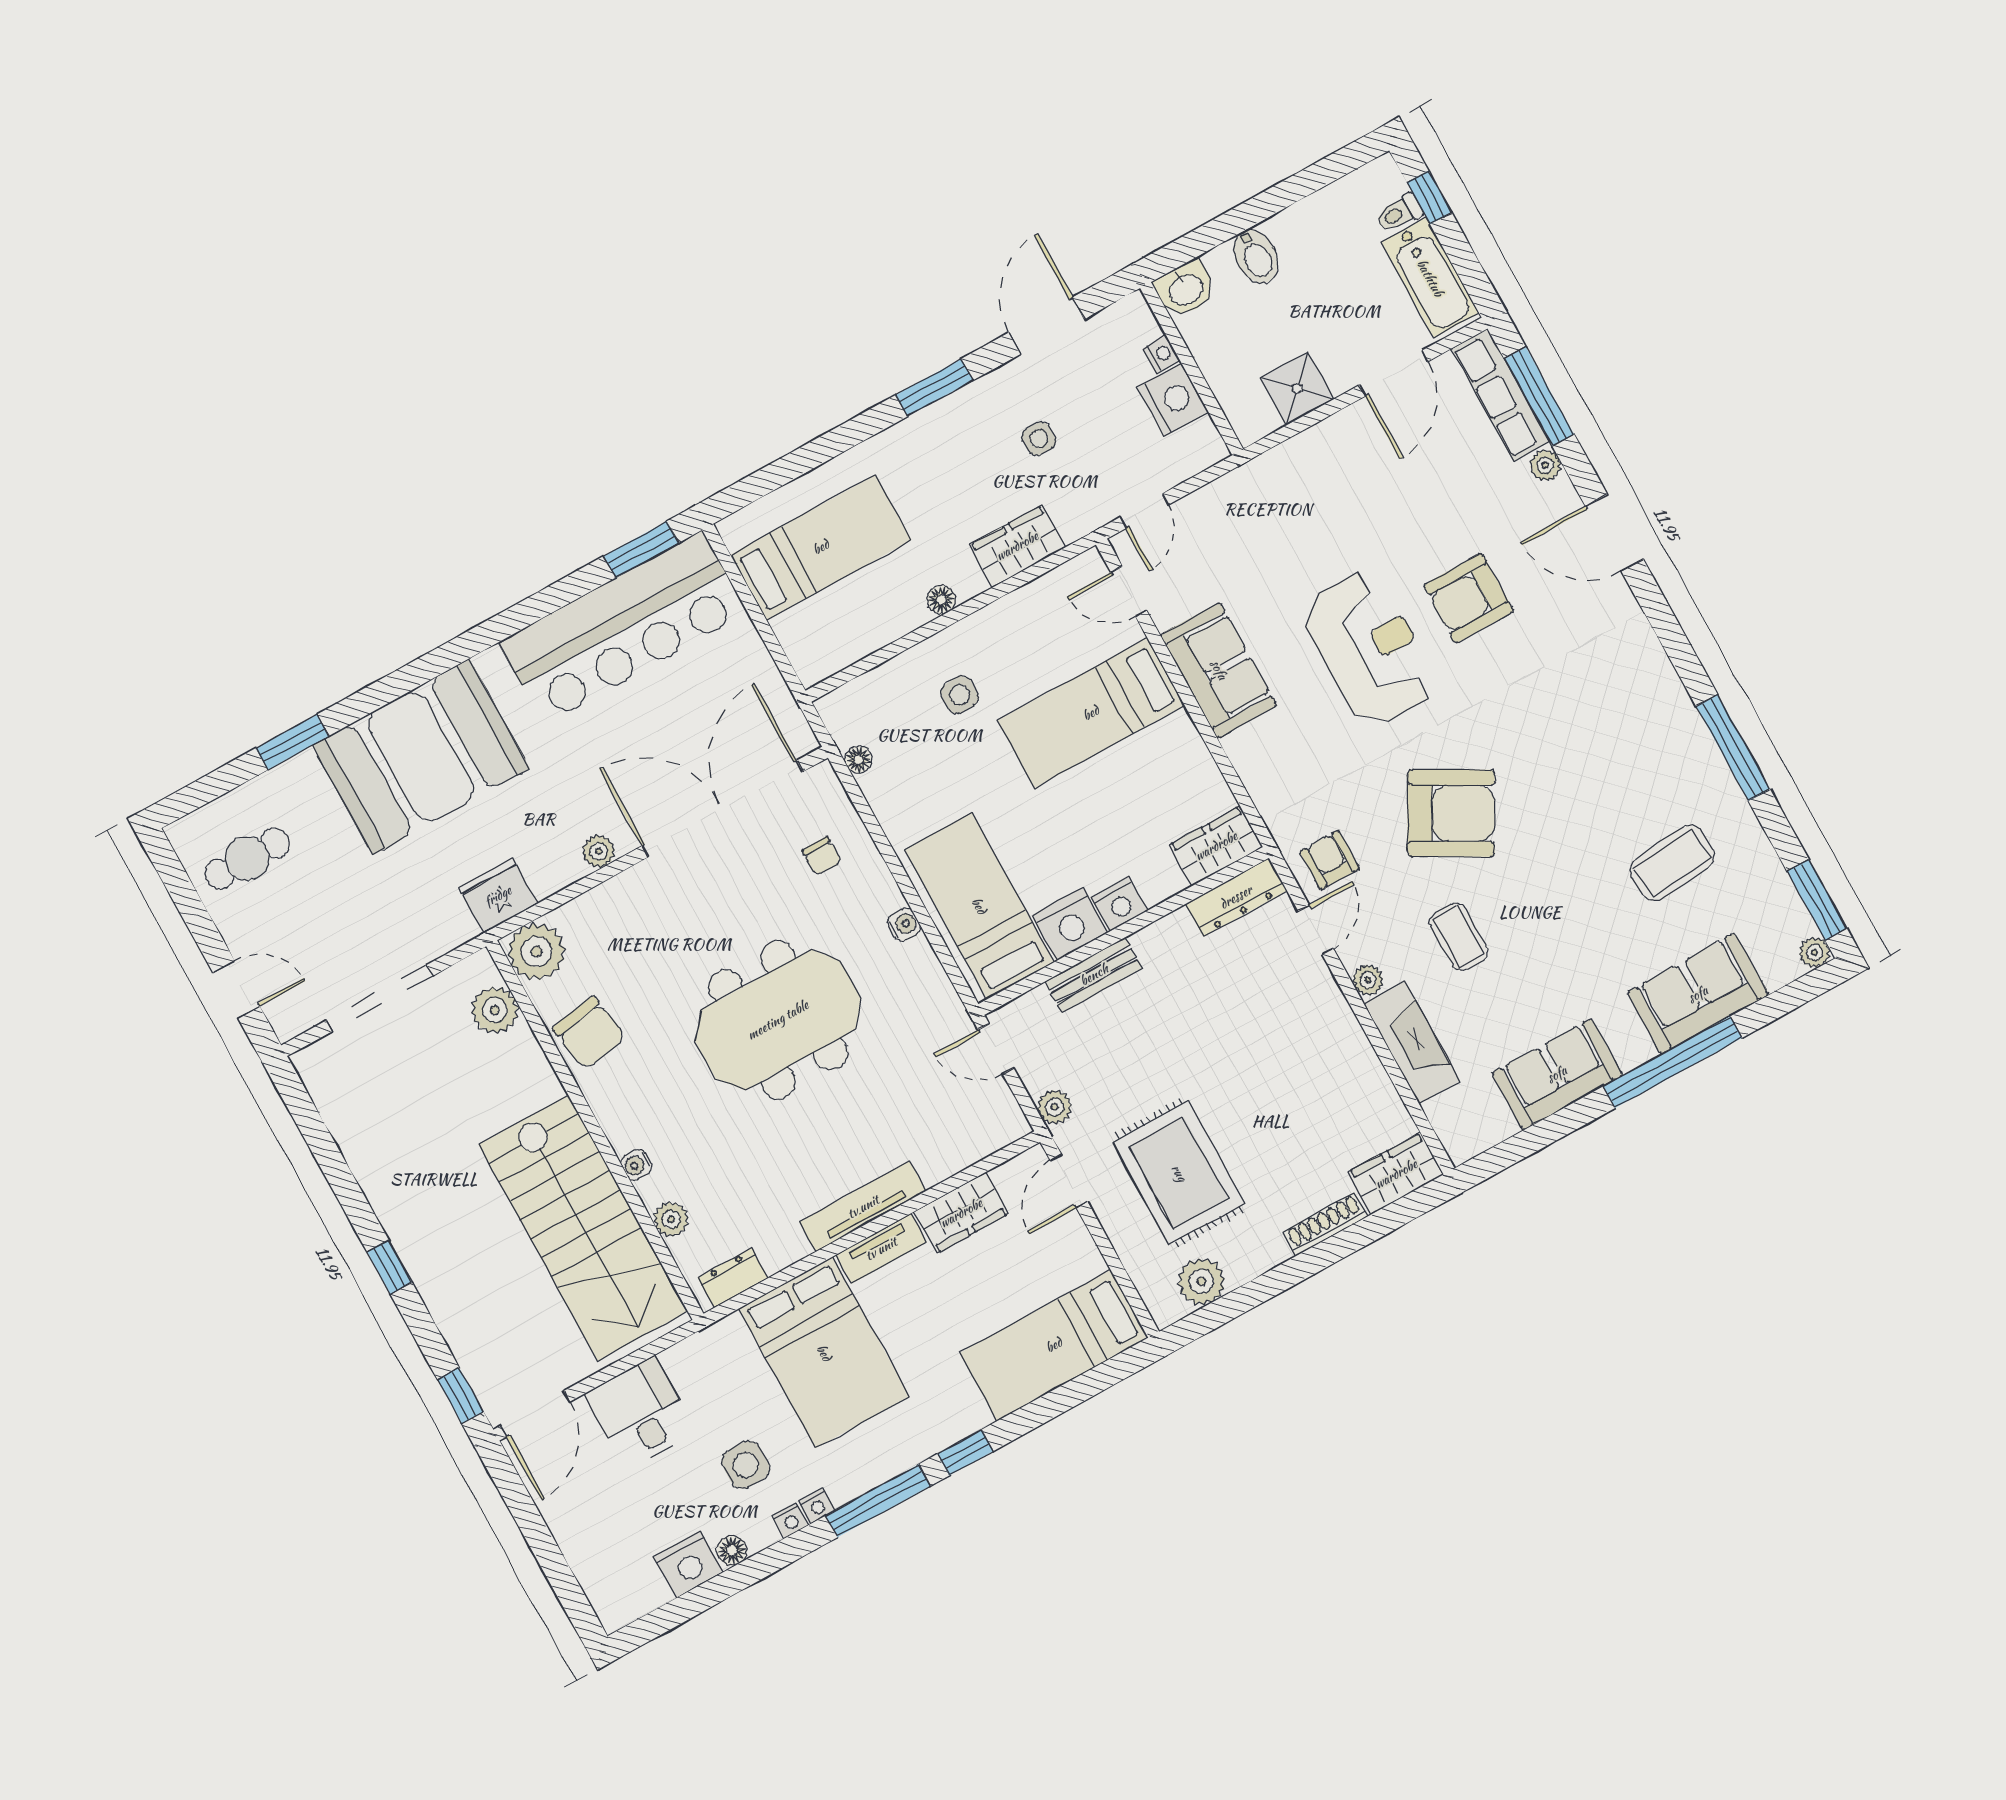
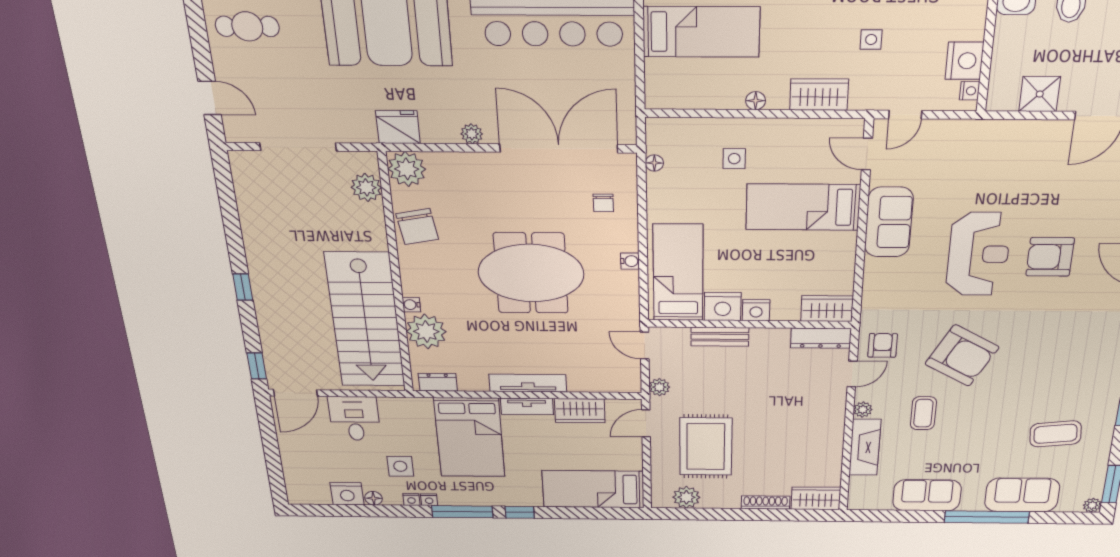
nightstand: (1161, 354) -> (970, 91), moved
plant: (671, 1219) -> (426, 332), width x1.88, depth x1.88

